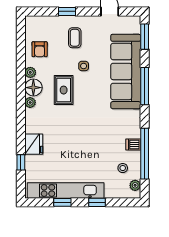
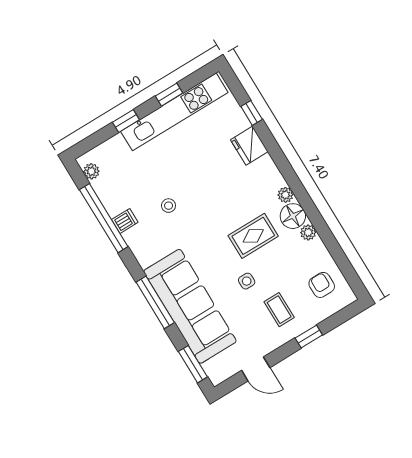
armchair: (40, 49) -> (322, 285), moved
rug: (64, 90) -> (253, 236), turned 90
stool: (123, 168) -> (169, 206), moved

